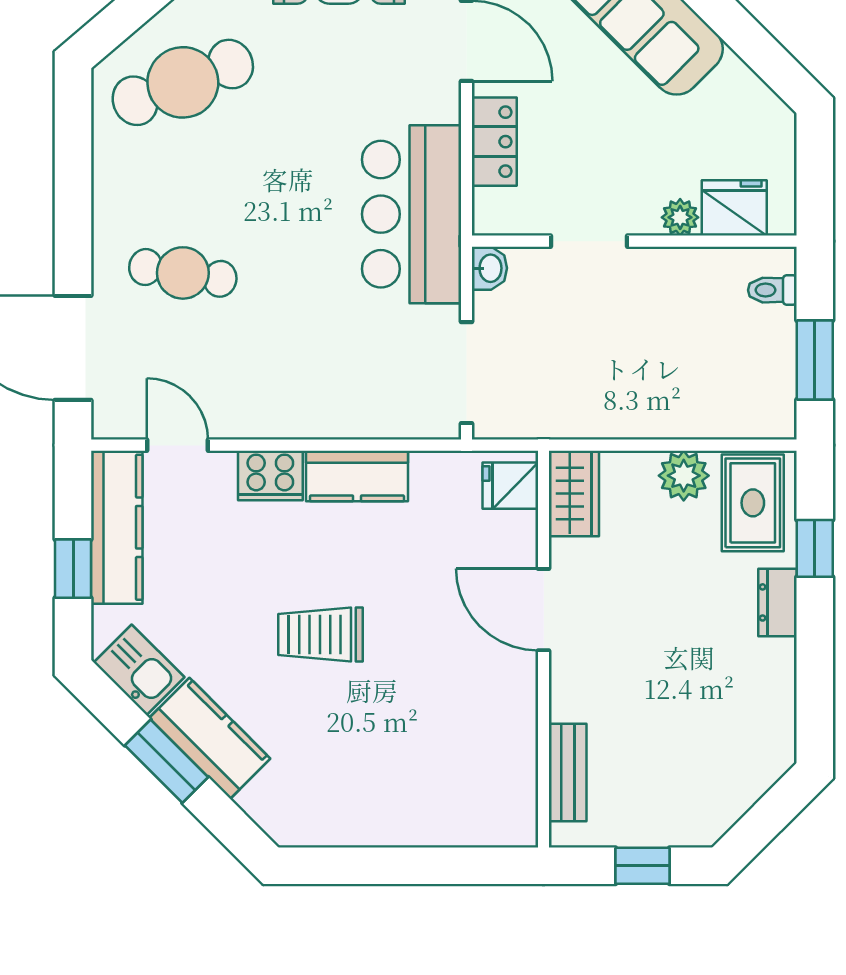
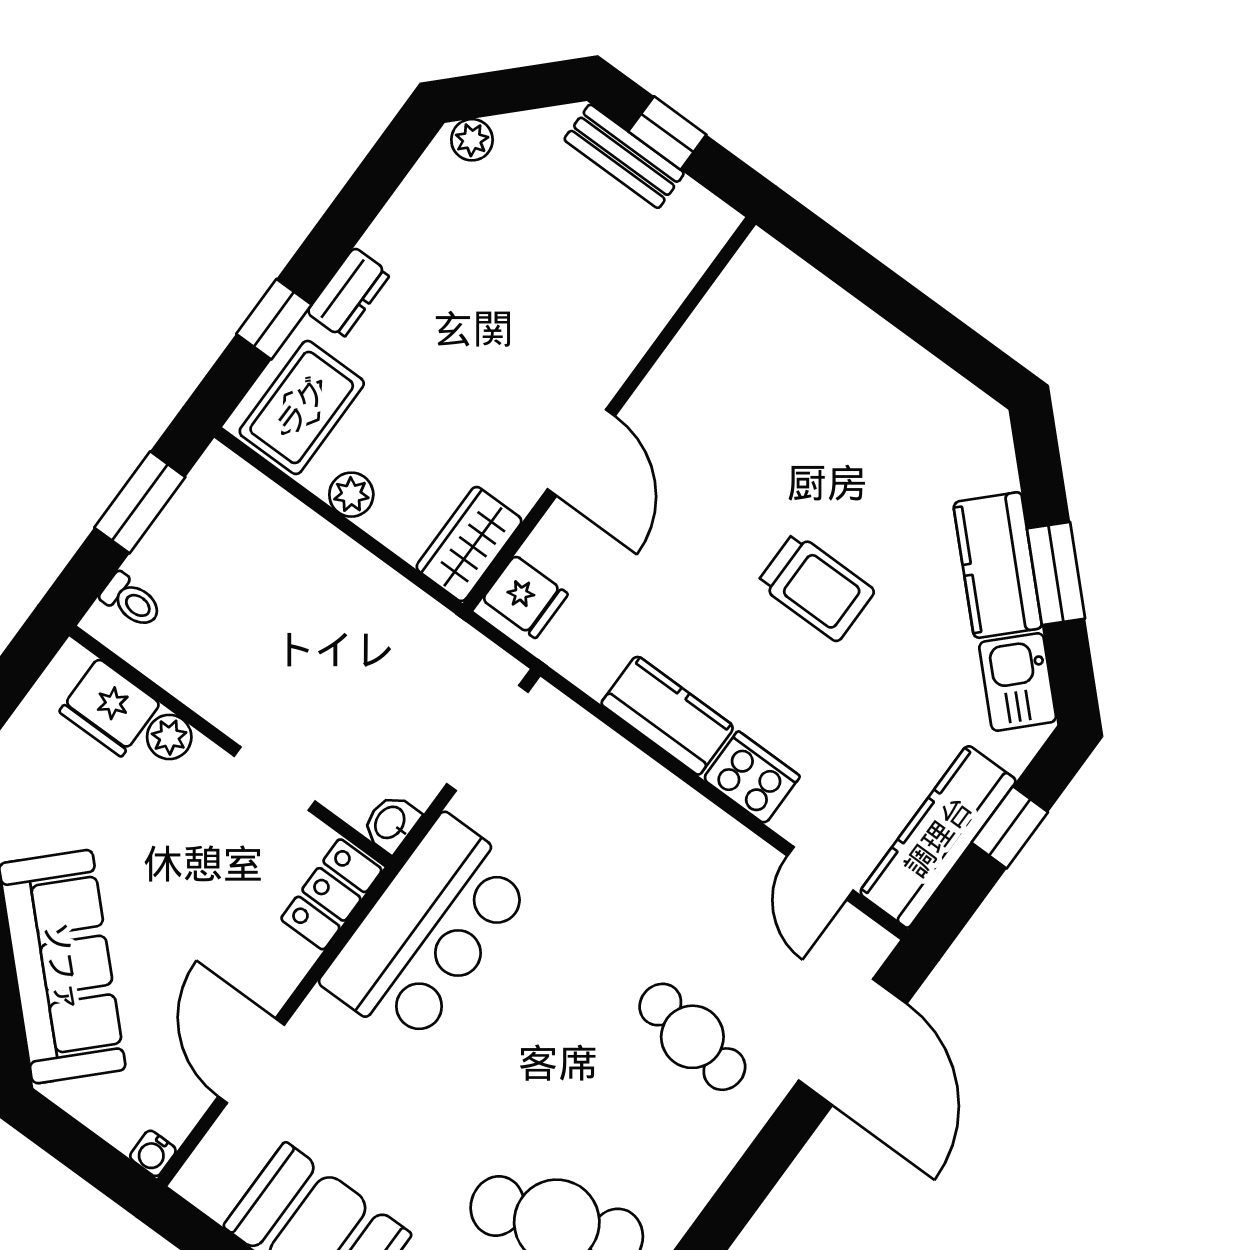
locker: (494, 142) -> (331, 894), moved
plant: (684, 476) -> (351, 495), width x0.73, depth x0.73
plant: (770, 766) -> (472, 140), added
bench: (568, 773) -> (624, 156), moved, turned 90

